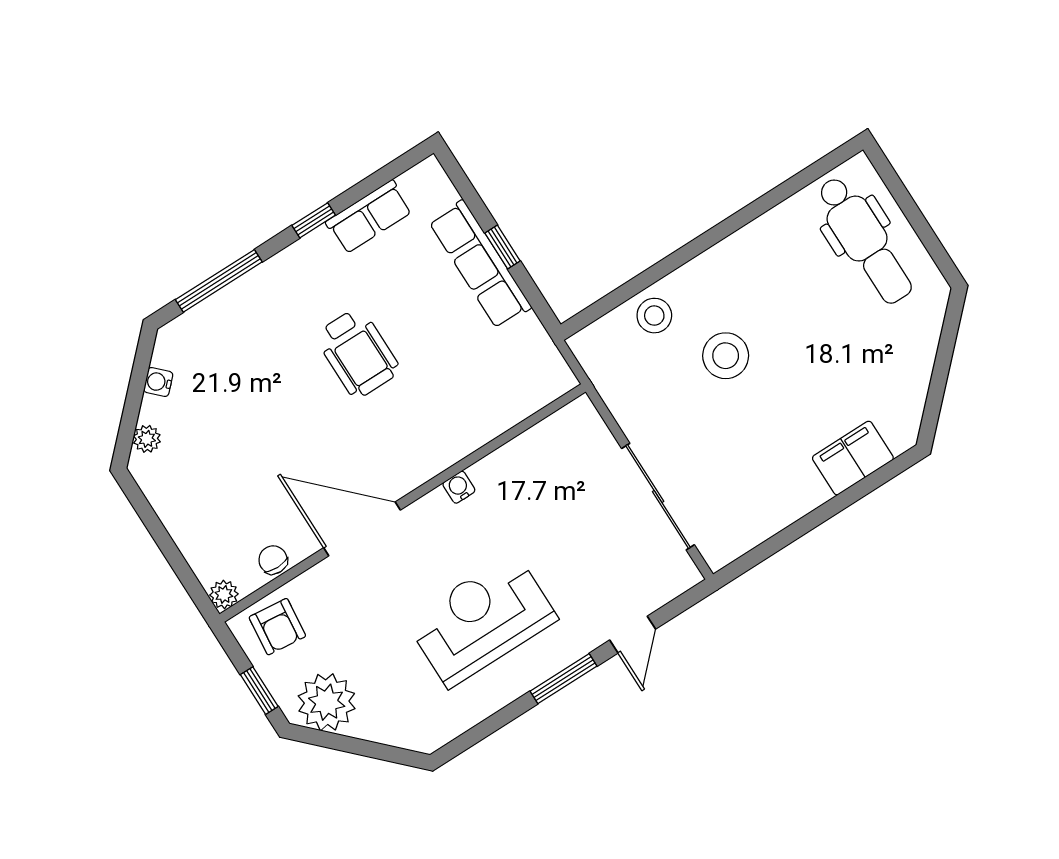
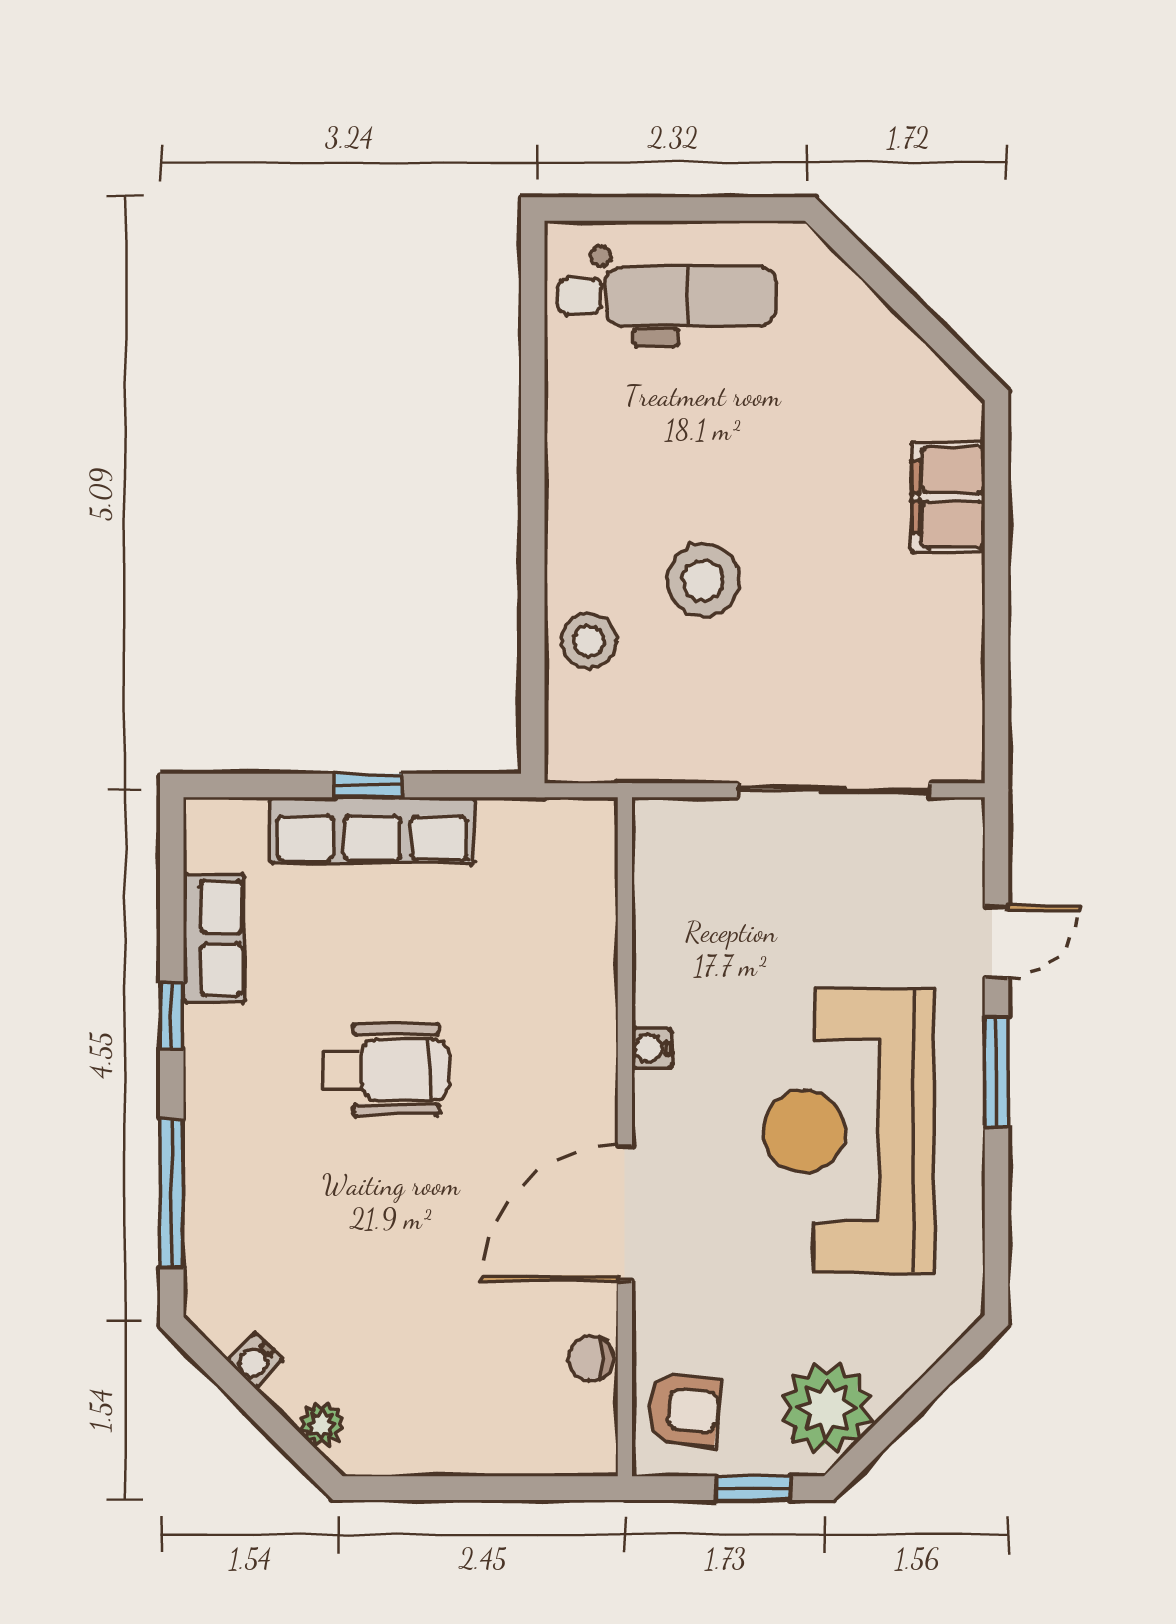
plant: (224, 594) -> (595, 1454), removed
reception desk: (482, 620) -> (848, 1131), width x1.36, depth x1.30
door: (633, 635) -> (997, 942), hinge flipped

